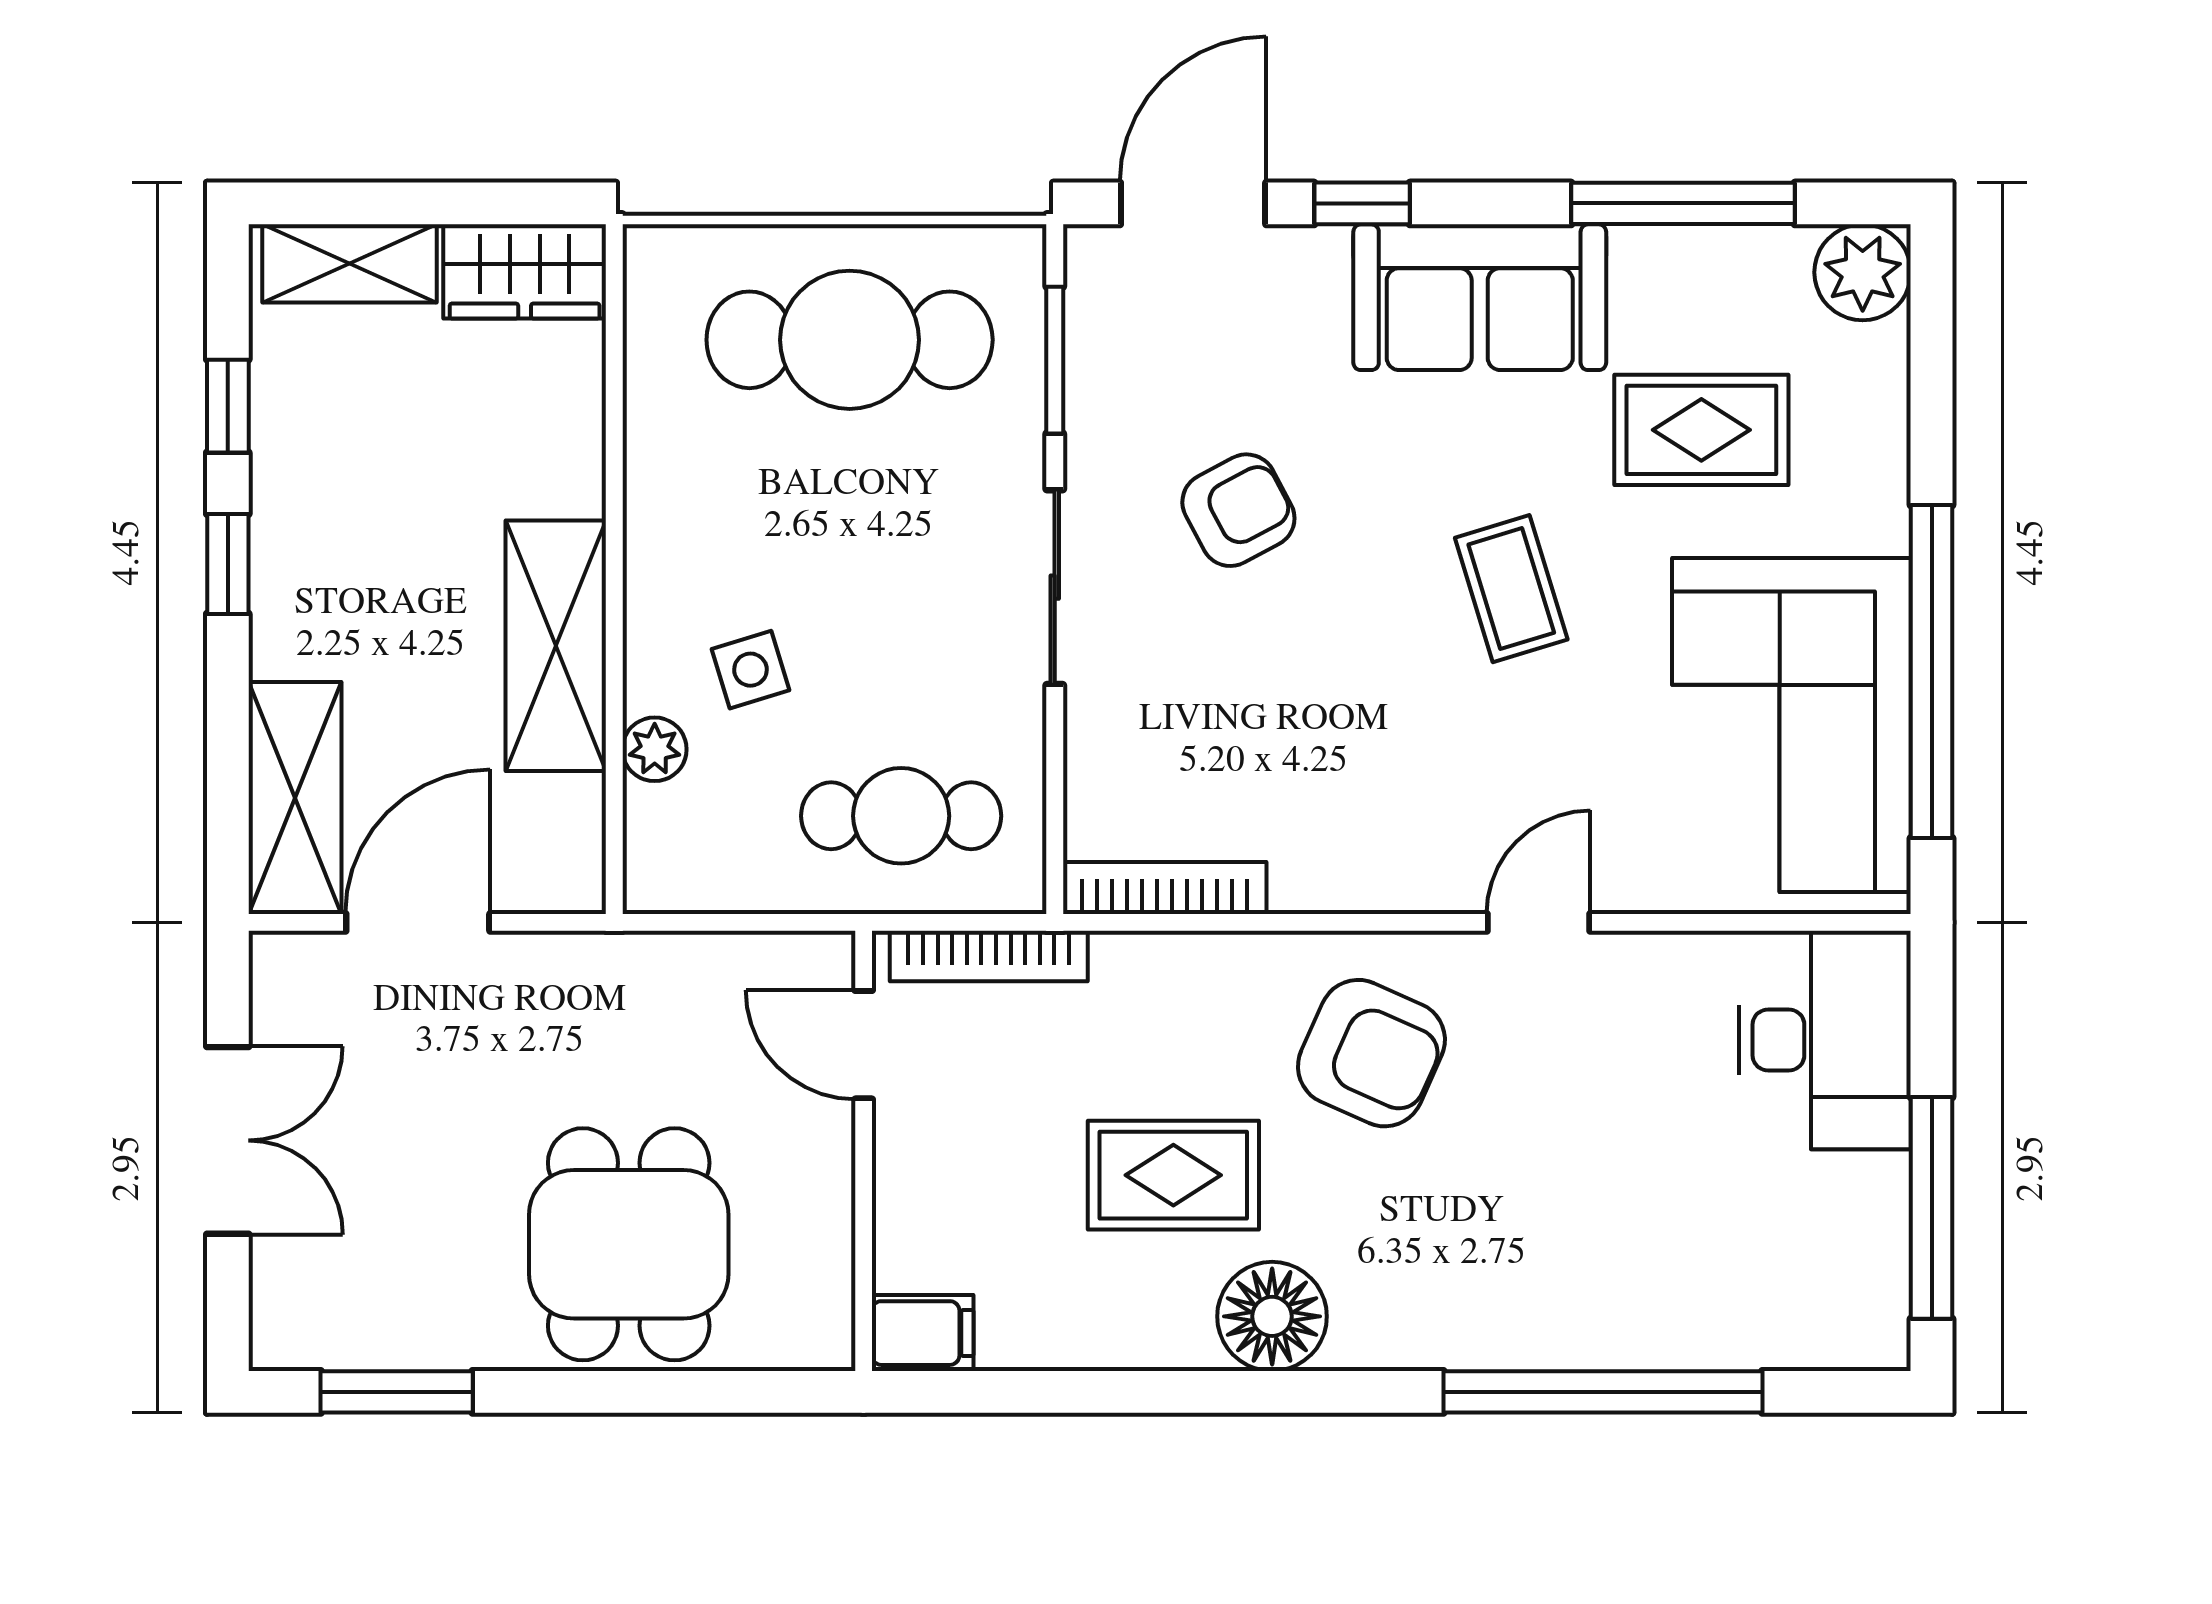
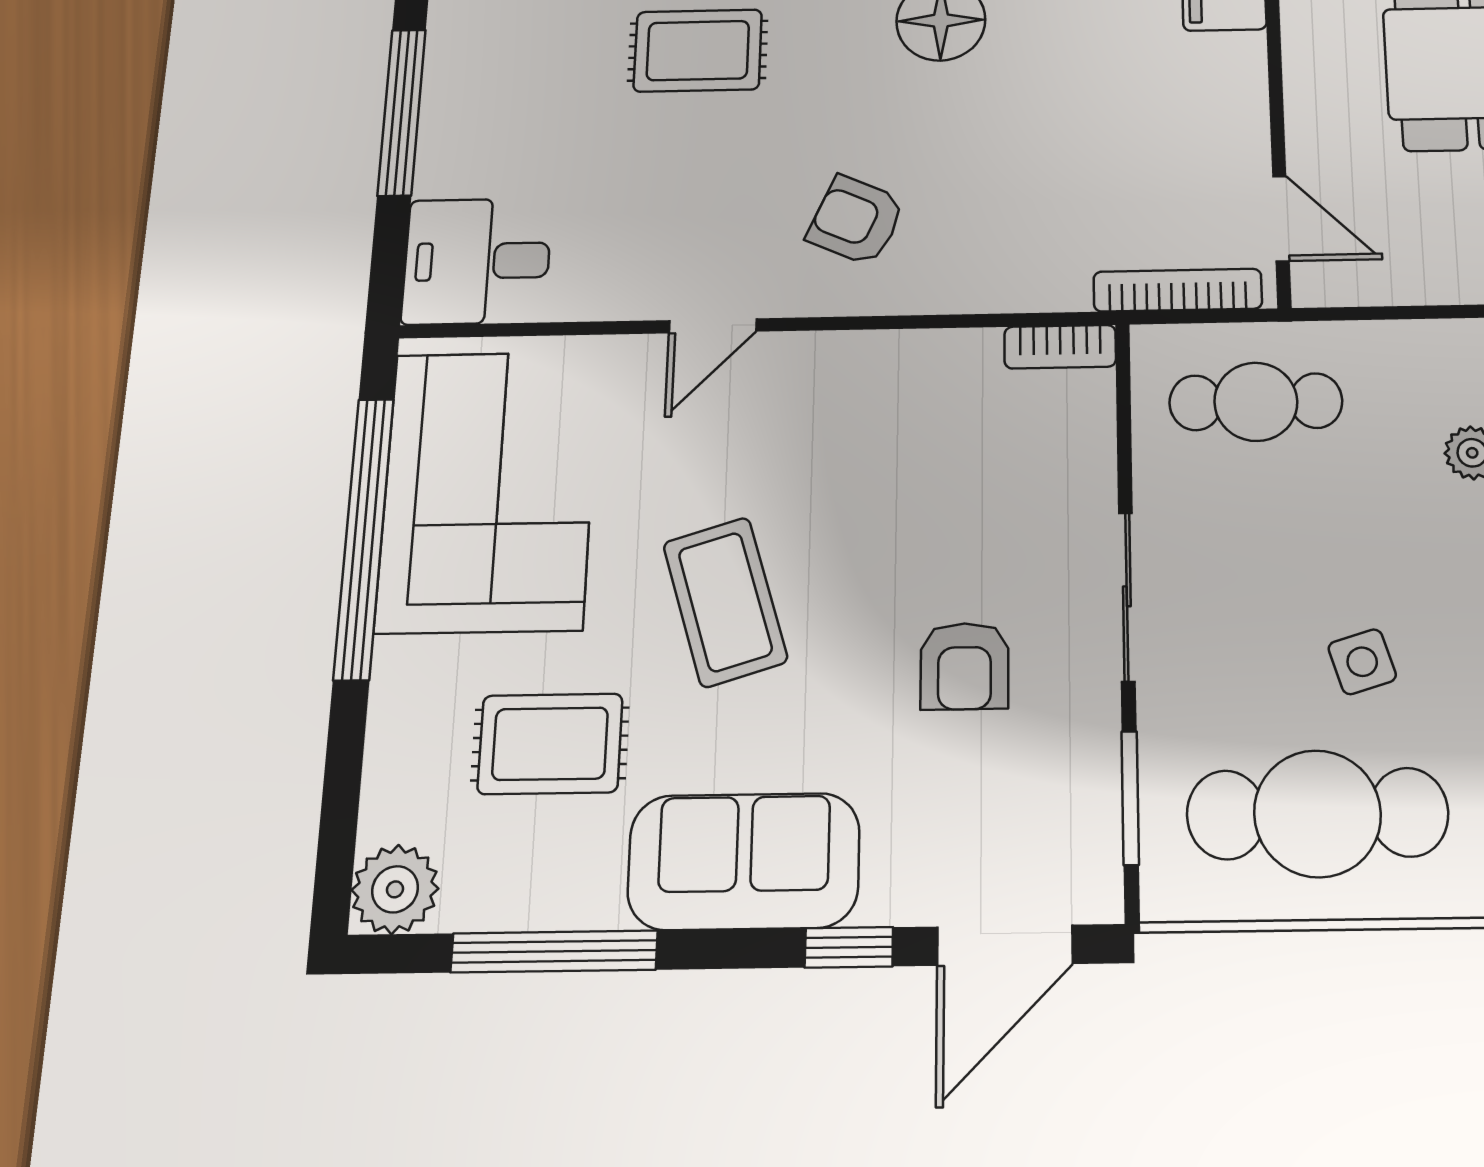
armchair: (1238, 510) -> (964, 666), turned -62
coffee table: (1511, 589) -> (725, 602), width x1.36, depth x1.30
side table: (750, 670) -> (1362, 662), moved
bookcase: (1165, 888) -> (1060, 347), width x0.64
desk: (1825, 1040) -> (477, 261), width x0.73
armchair: (1371, 1053) -> (856, 220), width x0.72, depth x0.72
rug: (1173, 1175) -> (698, 51), moved

